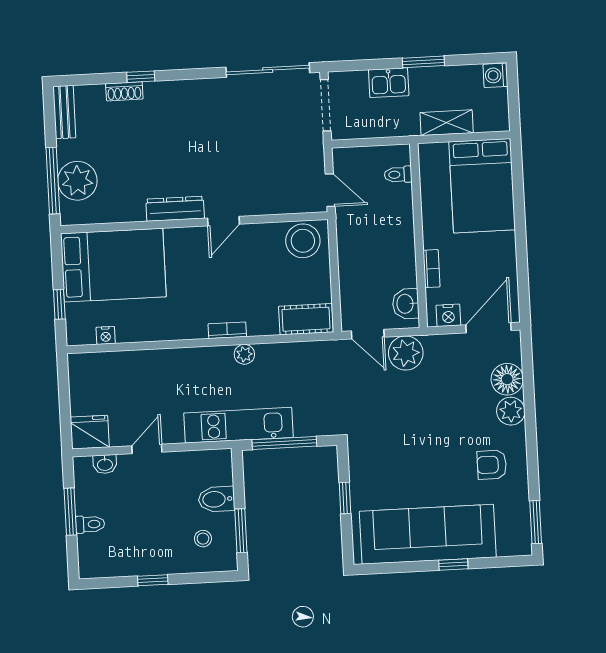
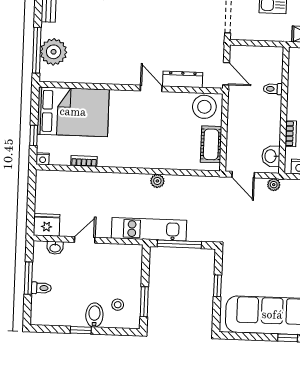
toilet: (398, 175) -> (273, 89), moved
dresser: (175, 209) -> (183, 79), moved
door: (223, 221) -> (151, 88), swing flipped
cot: (306, 319) -> (211, 144), moved, turned 90
bookcase: (227, 330) -> (84, 161), moved
nightstand: (106, 335) -> (43, 159), moved
plant: (406, 353) -> (274, 185), width x0.53, depth x0.53
bidet: (217, 499) -> (94, 315), moved, turned 90

